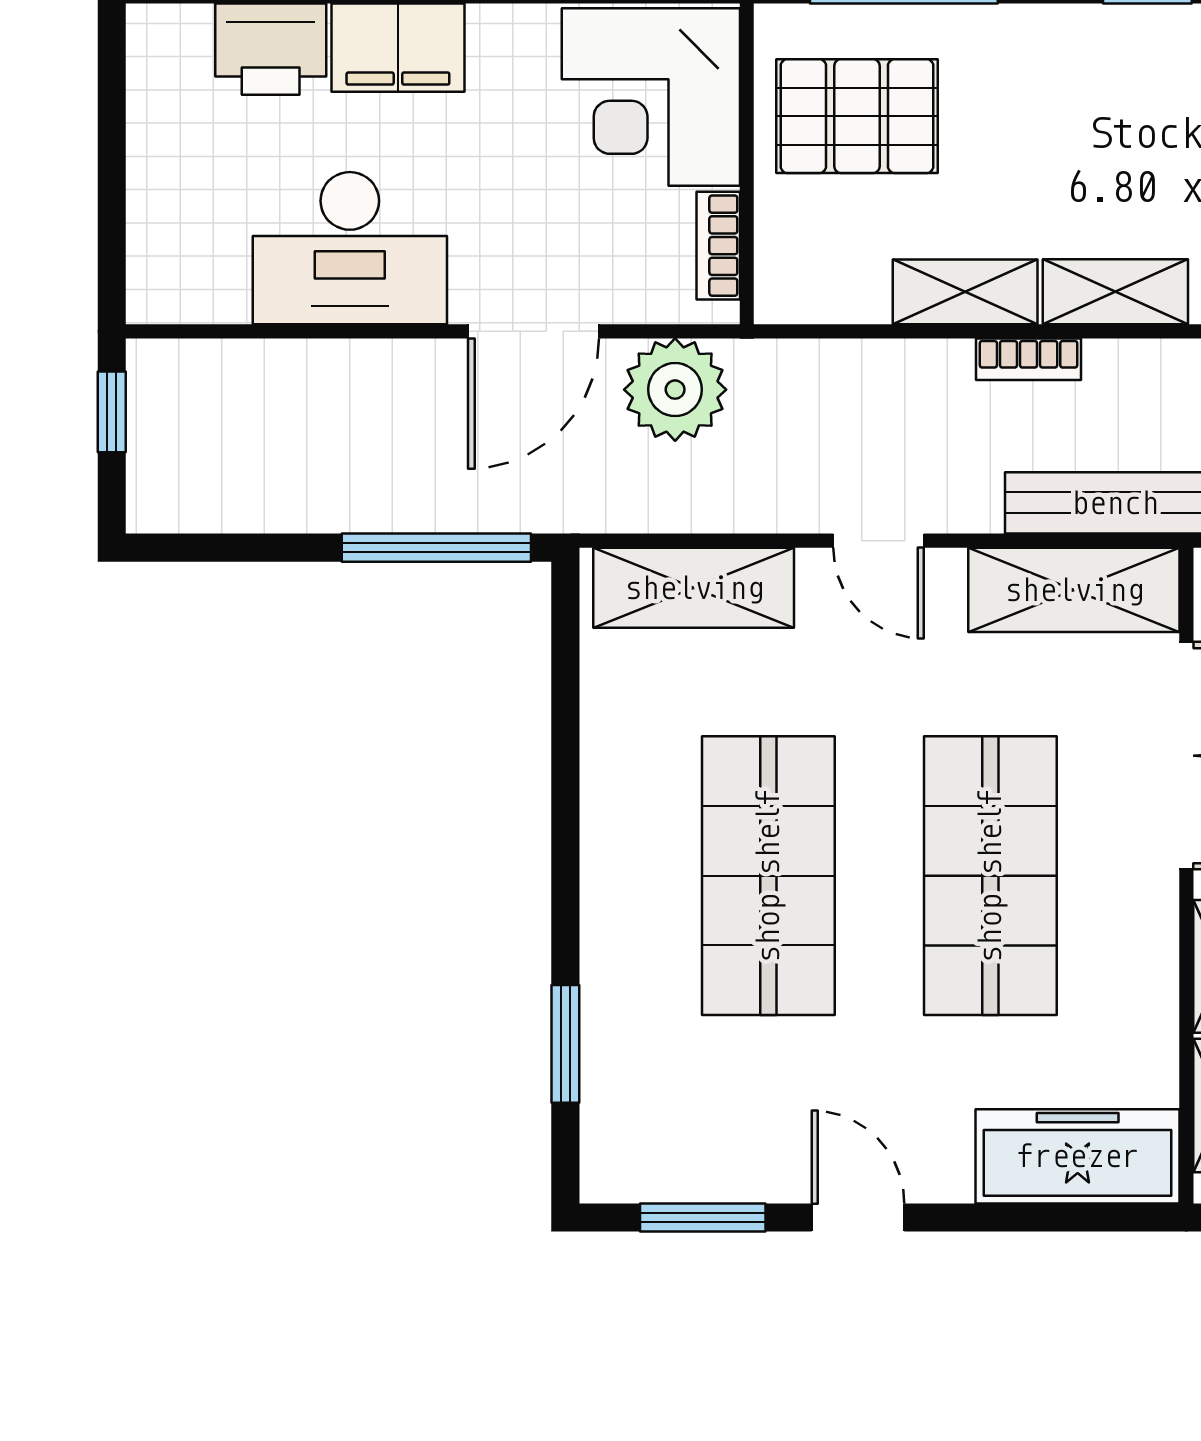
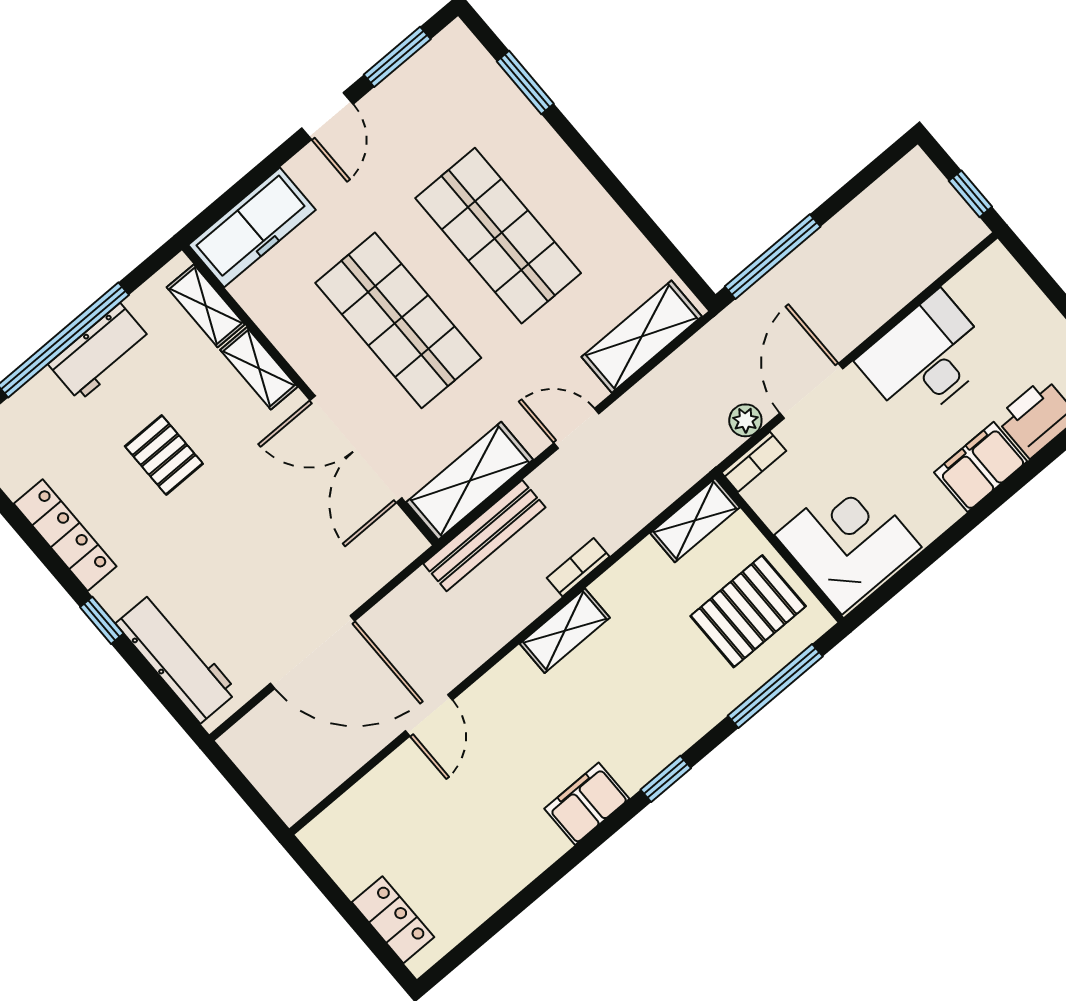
bookcase: (718, 246) -> (754, 462), moved, turned 90
shelving: (965, 292) -> (695, 520), moved
plant: (675, 390) -> (745, 420), width x0.53, depth x0.53
door: (858, 1218) -> (327, 116), hinge flipped

